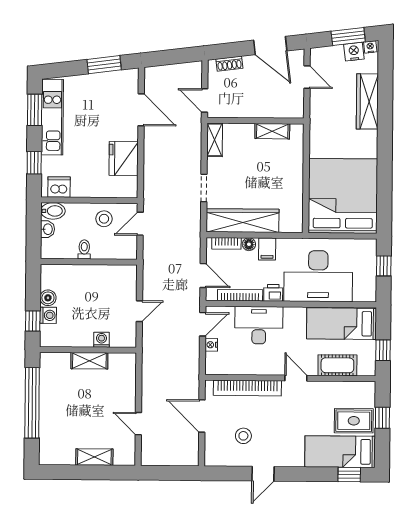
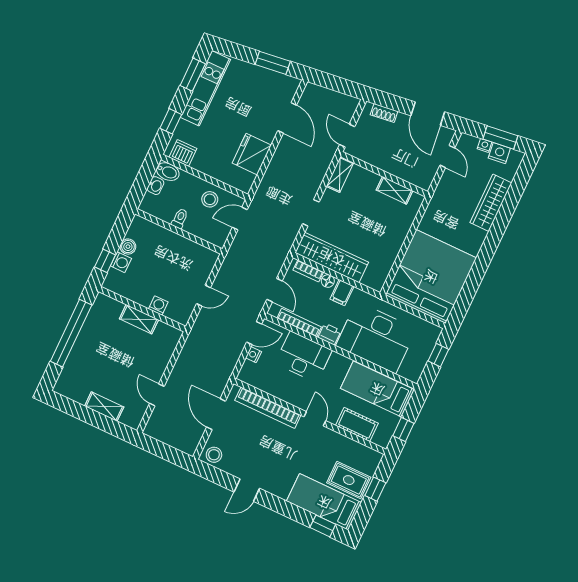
nightstand: (370, 47) -> (485, 145), moved
stool: (243, 436) -> (214, 455), moved

